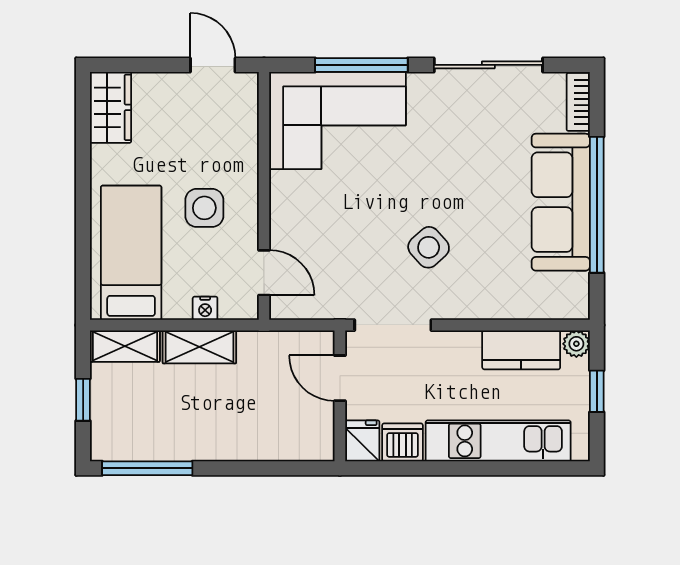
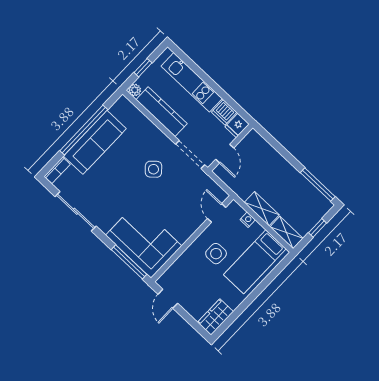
window: (361, 65) -> (129, 262), moved
kitchen counter: (521, 350) -> (162, 112), width x1.50

